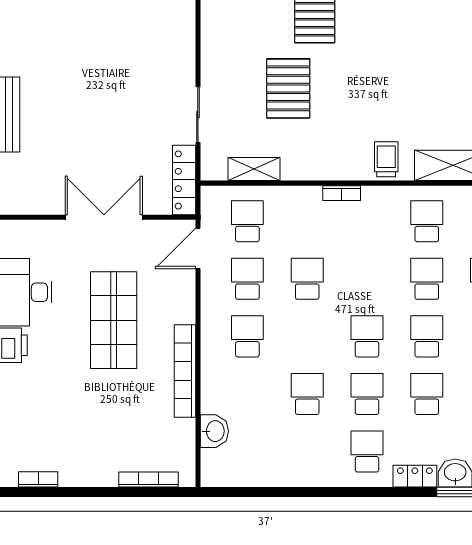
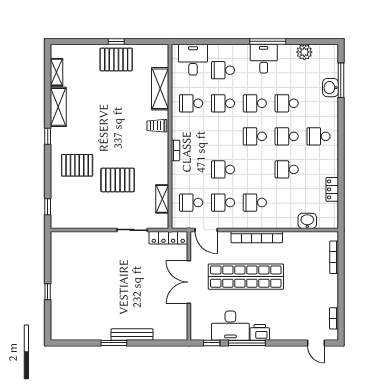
shop shelf: (114, 320) -> (246, 277), width x1.40
bookcase: (185, 371) -> (257, 237), moved
locker: (415, 476) -> (332, 189), moved

